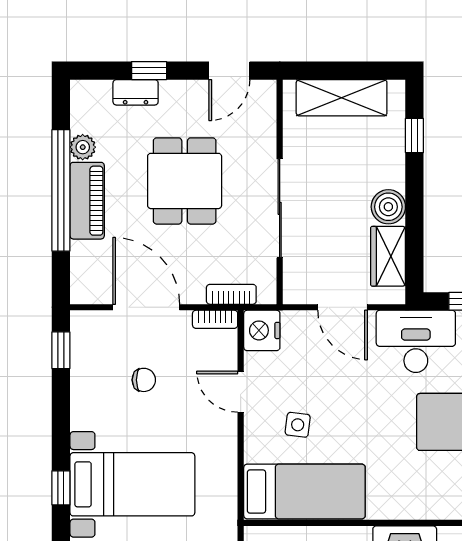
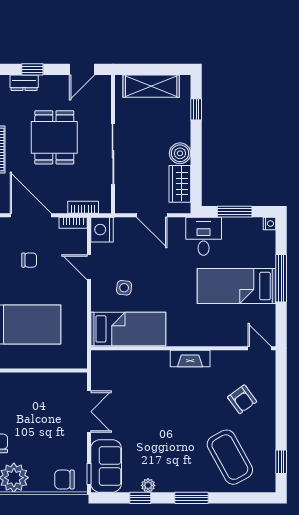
desk: (416, 341) -> (204, 236), width x0.73

